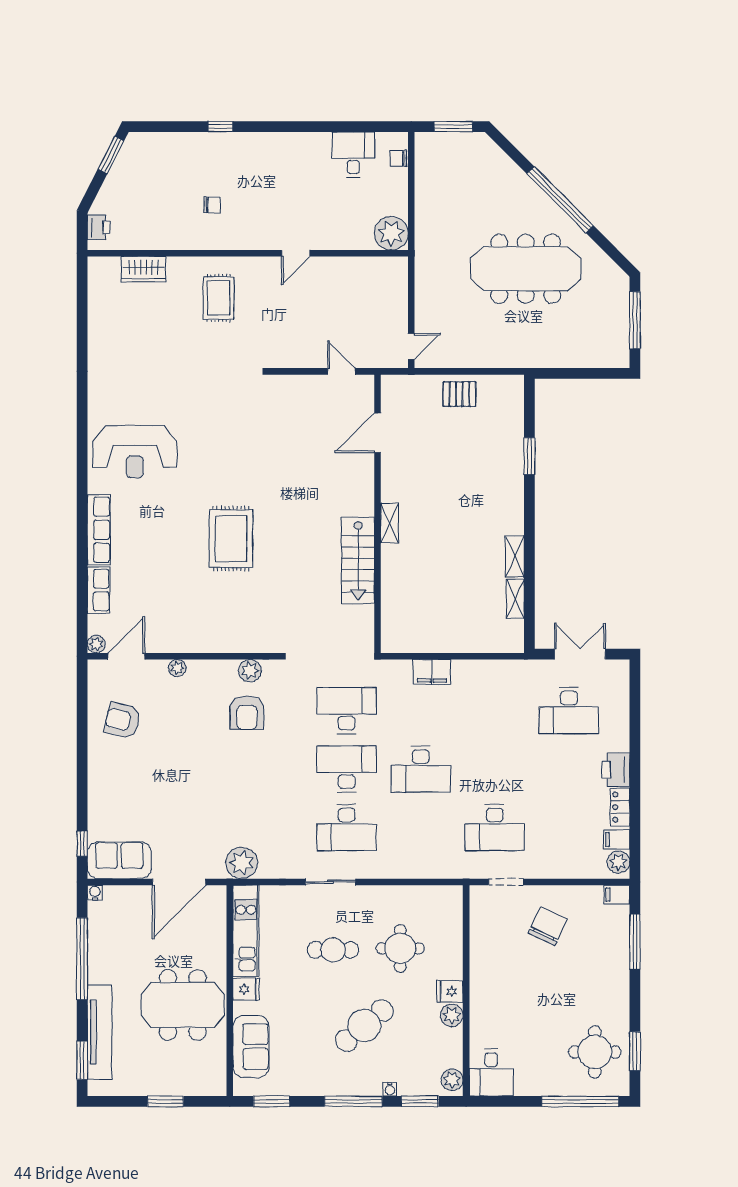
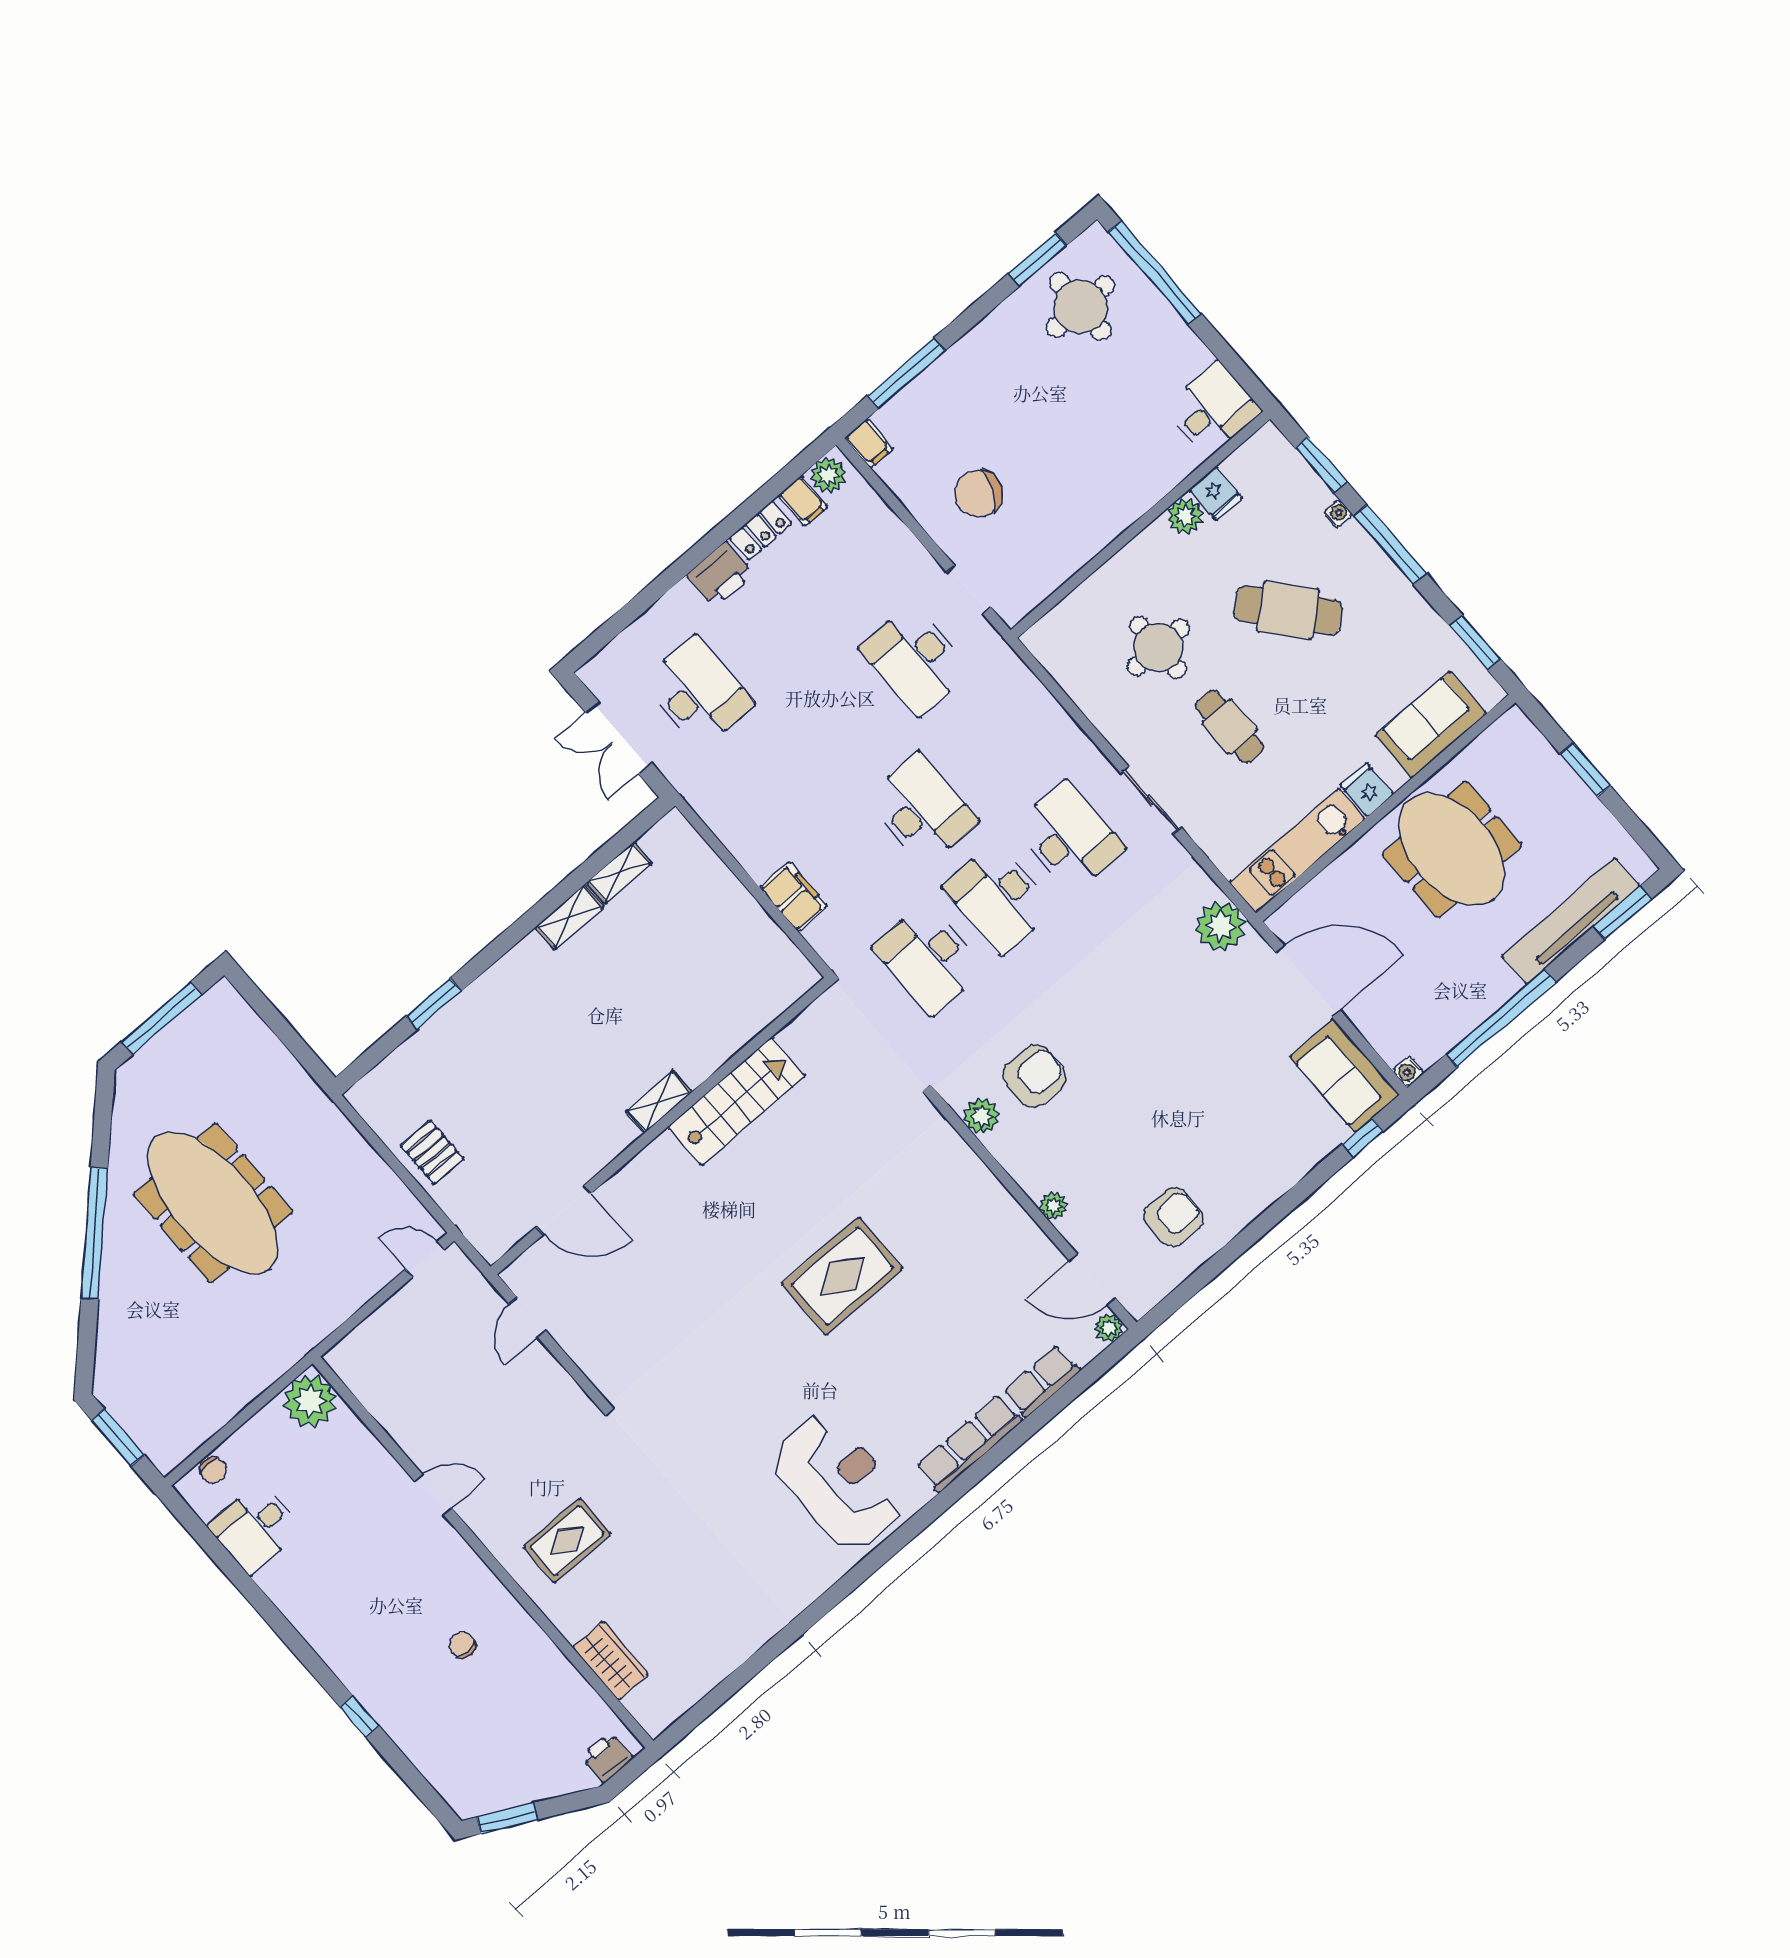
armchair: (123, 720) -> (1173, 1217), turned -104
desk: (495, 828) -> (915, 660), turned 180
fridge: (450, 991) -> (1216, 493), moved
plant: (452, 1080) -> (1262, 449), removed

